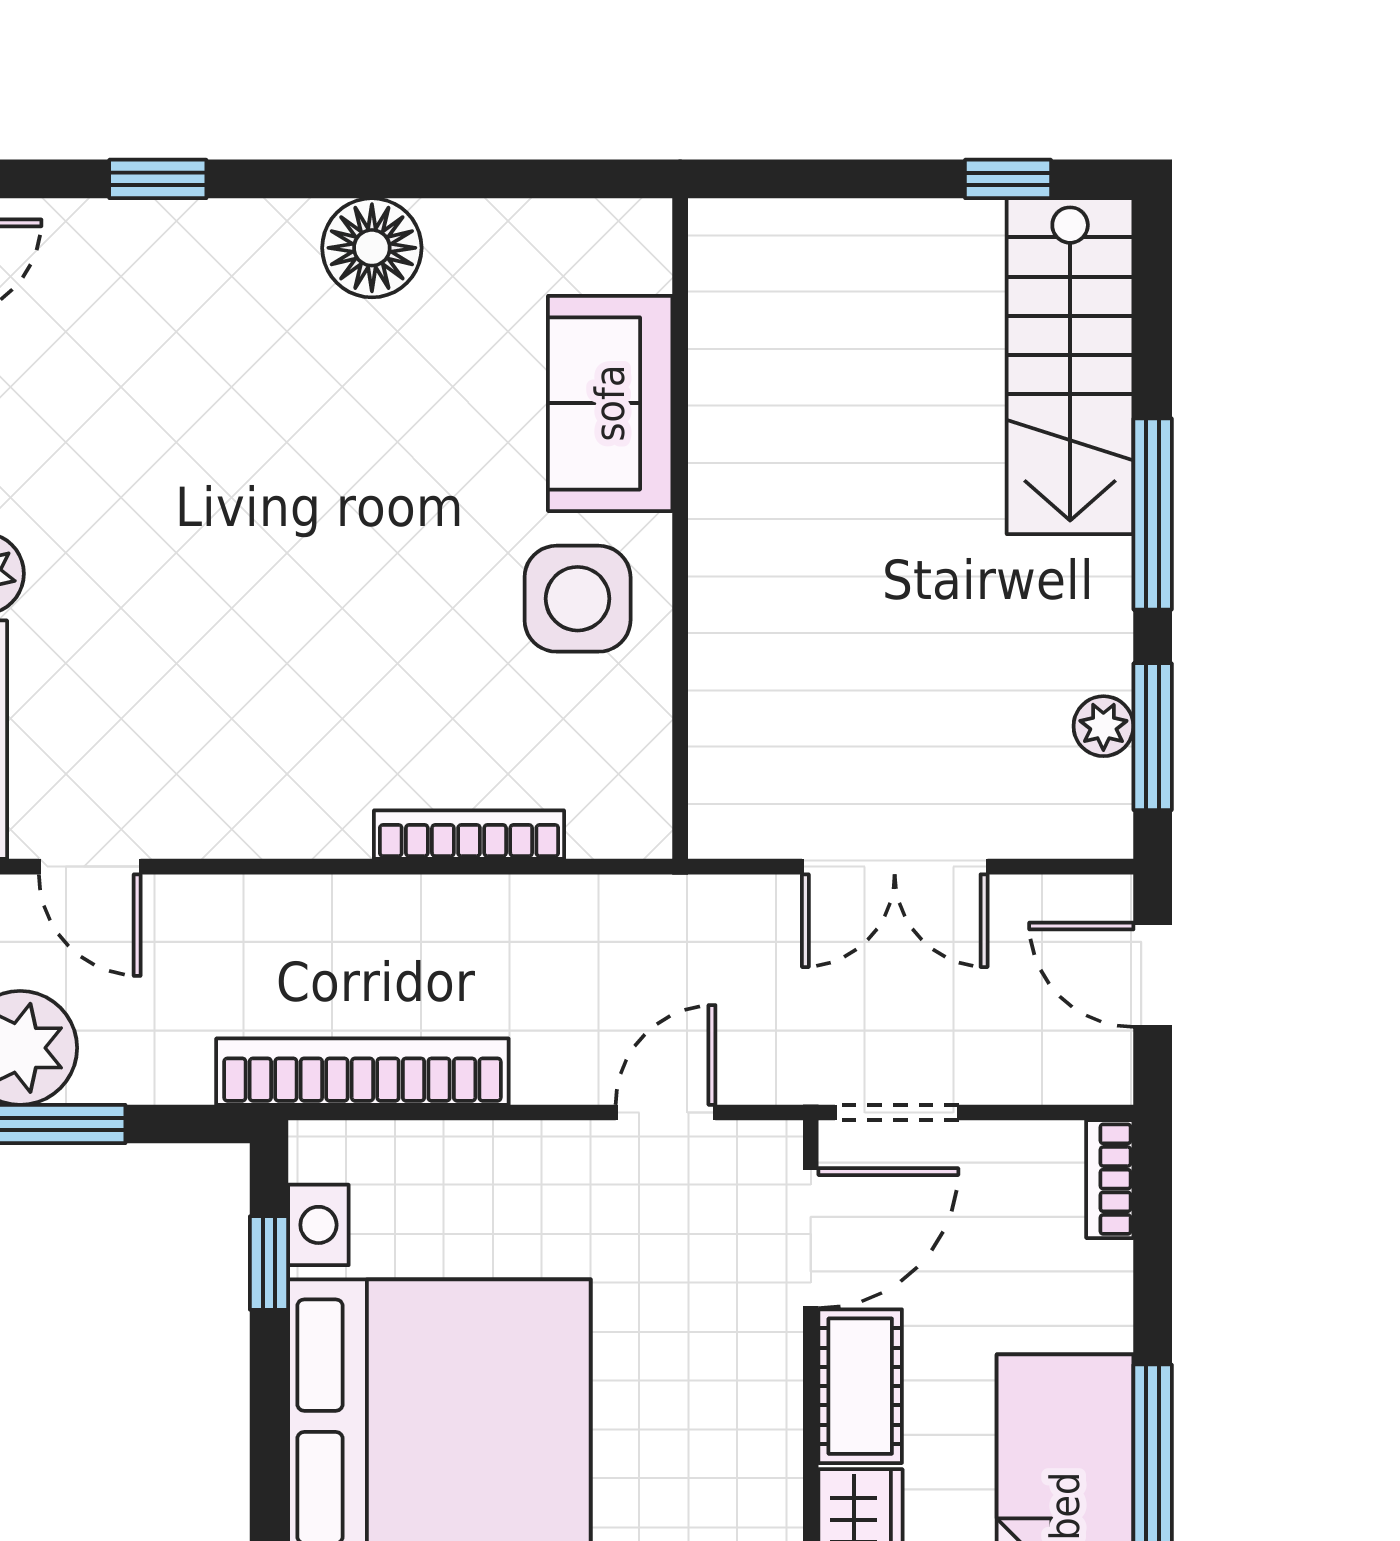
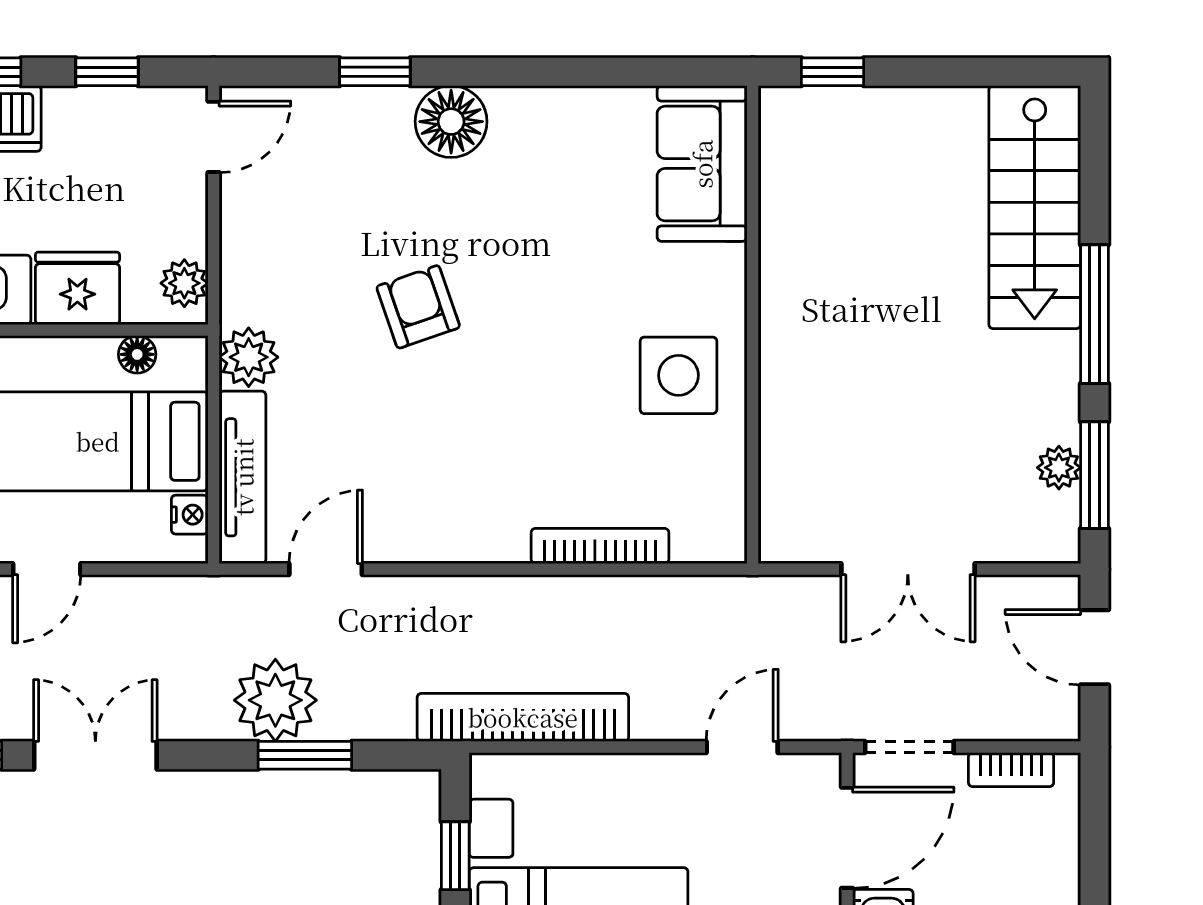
window: (1008, 179) -> (832, 72), moved
floor lamp: (372, 248) -> (451, 122), moved
sofa: (610, 403) -> (702, 164), moved
armchair: (218, 504) -> (418, 307), added
door: (90, 867) -> (326, 569), swing flipped
bookcase: (1110, 1179) -> (1011, 770), moved, turned -90

